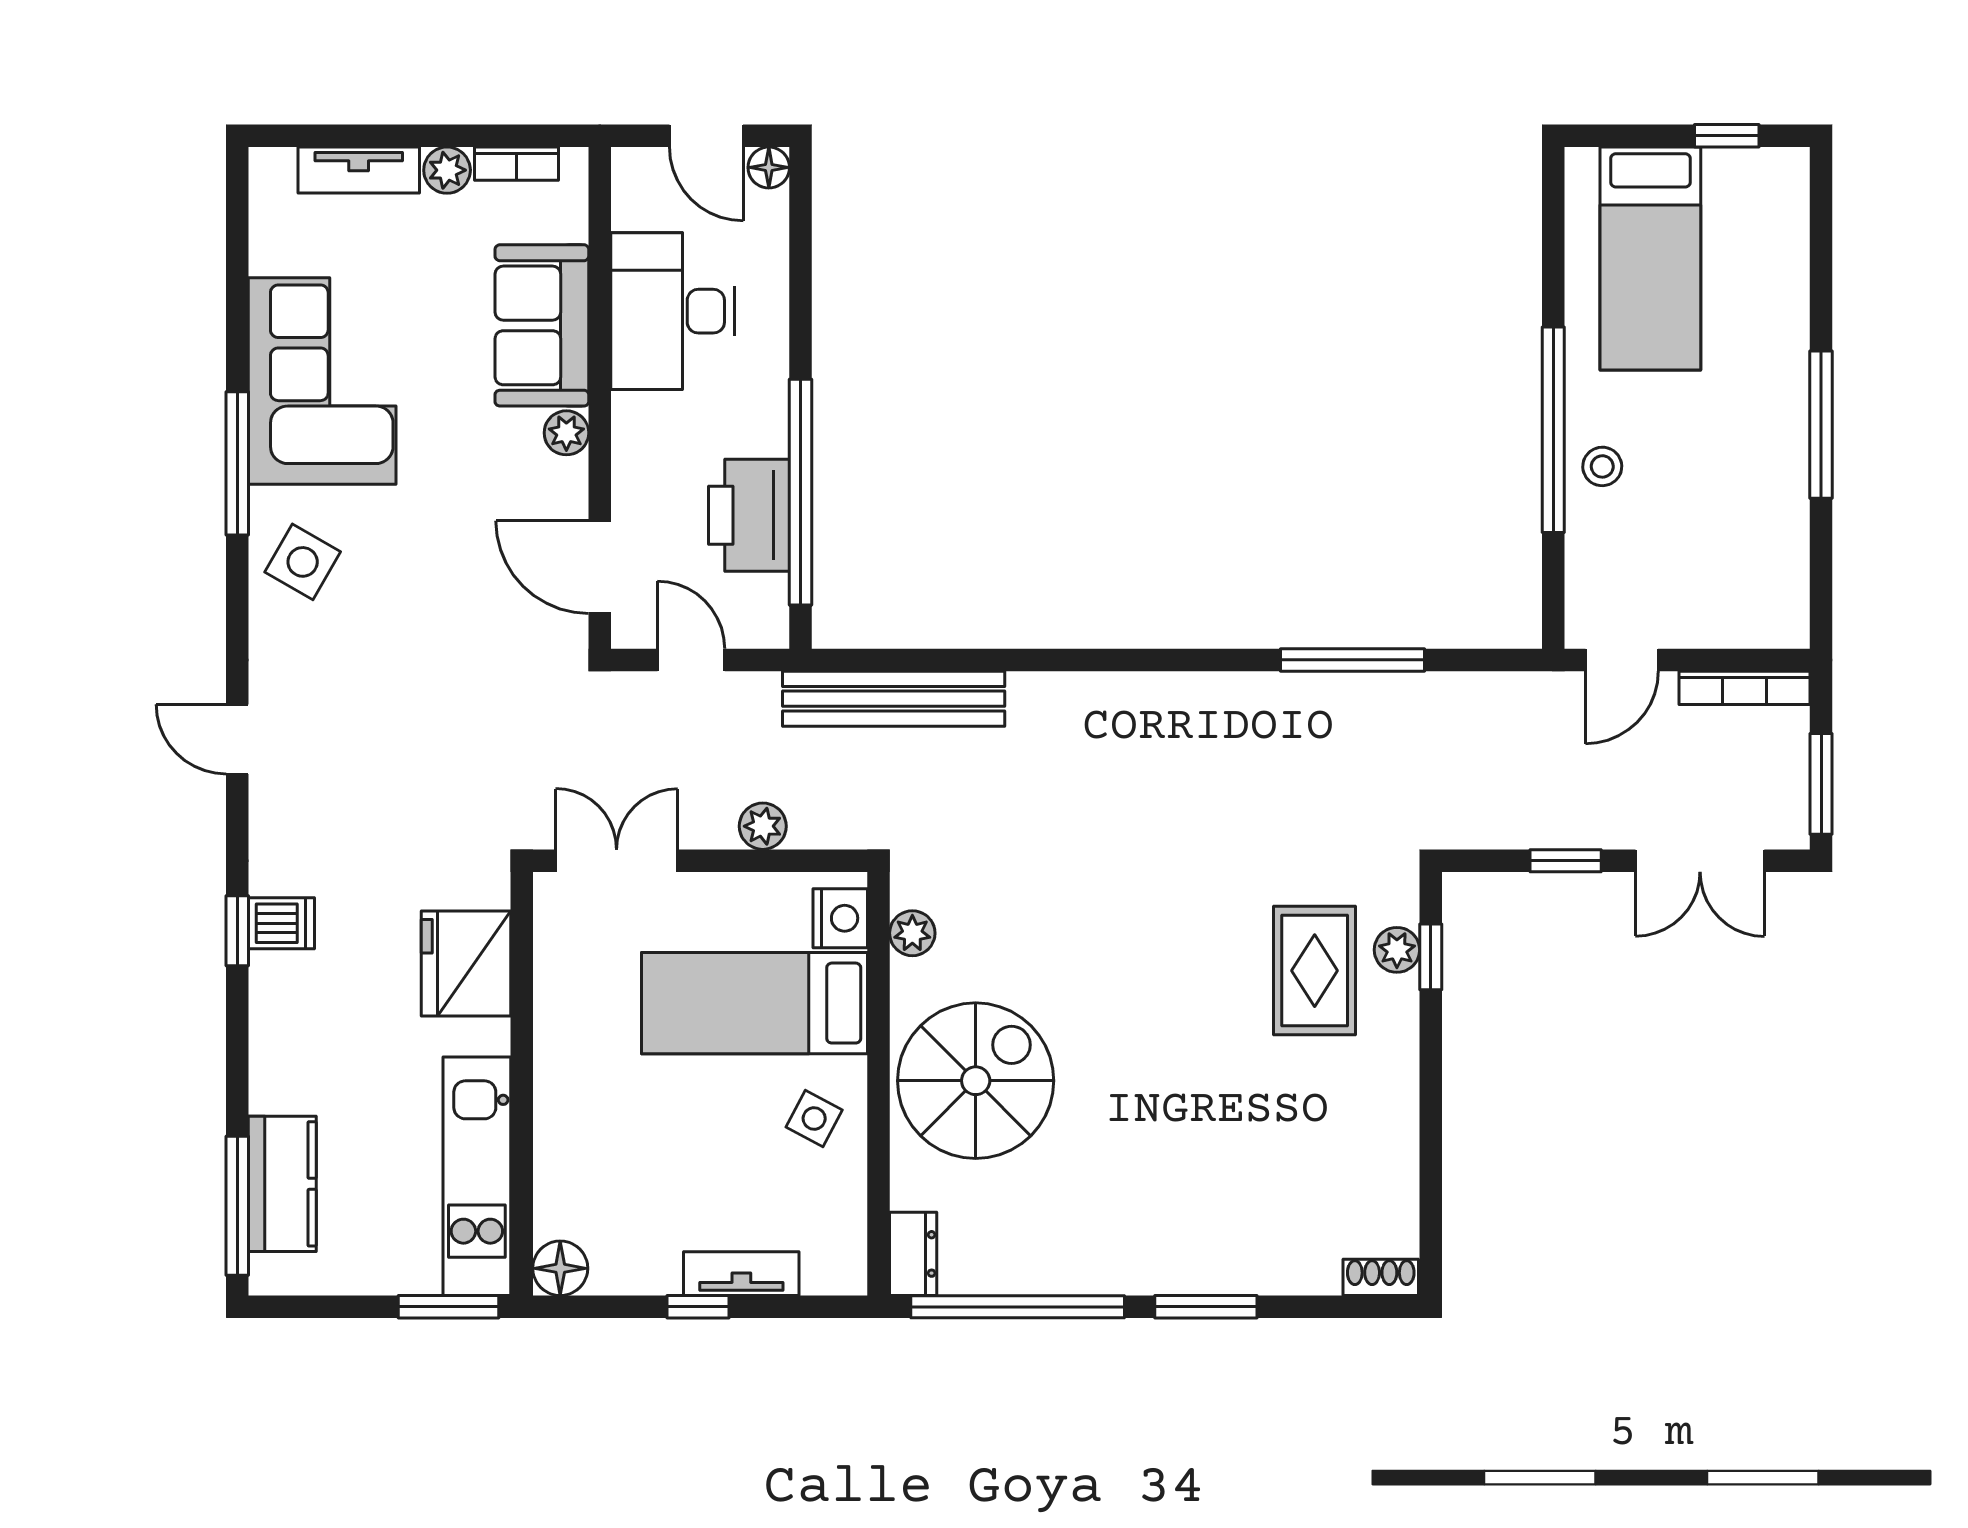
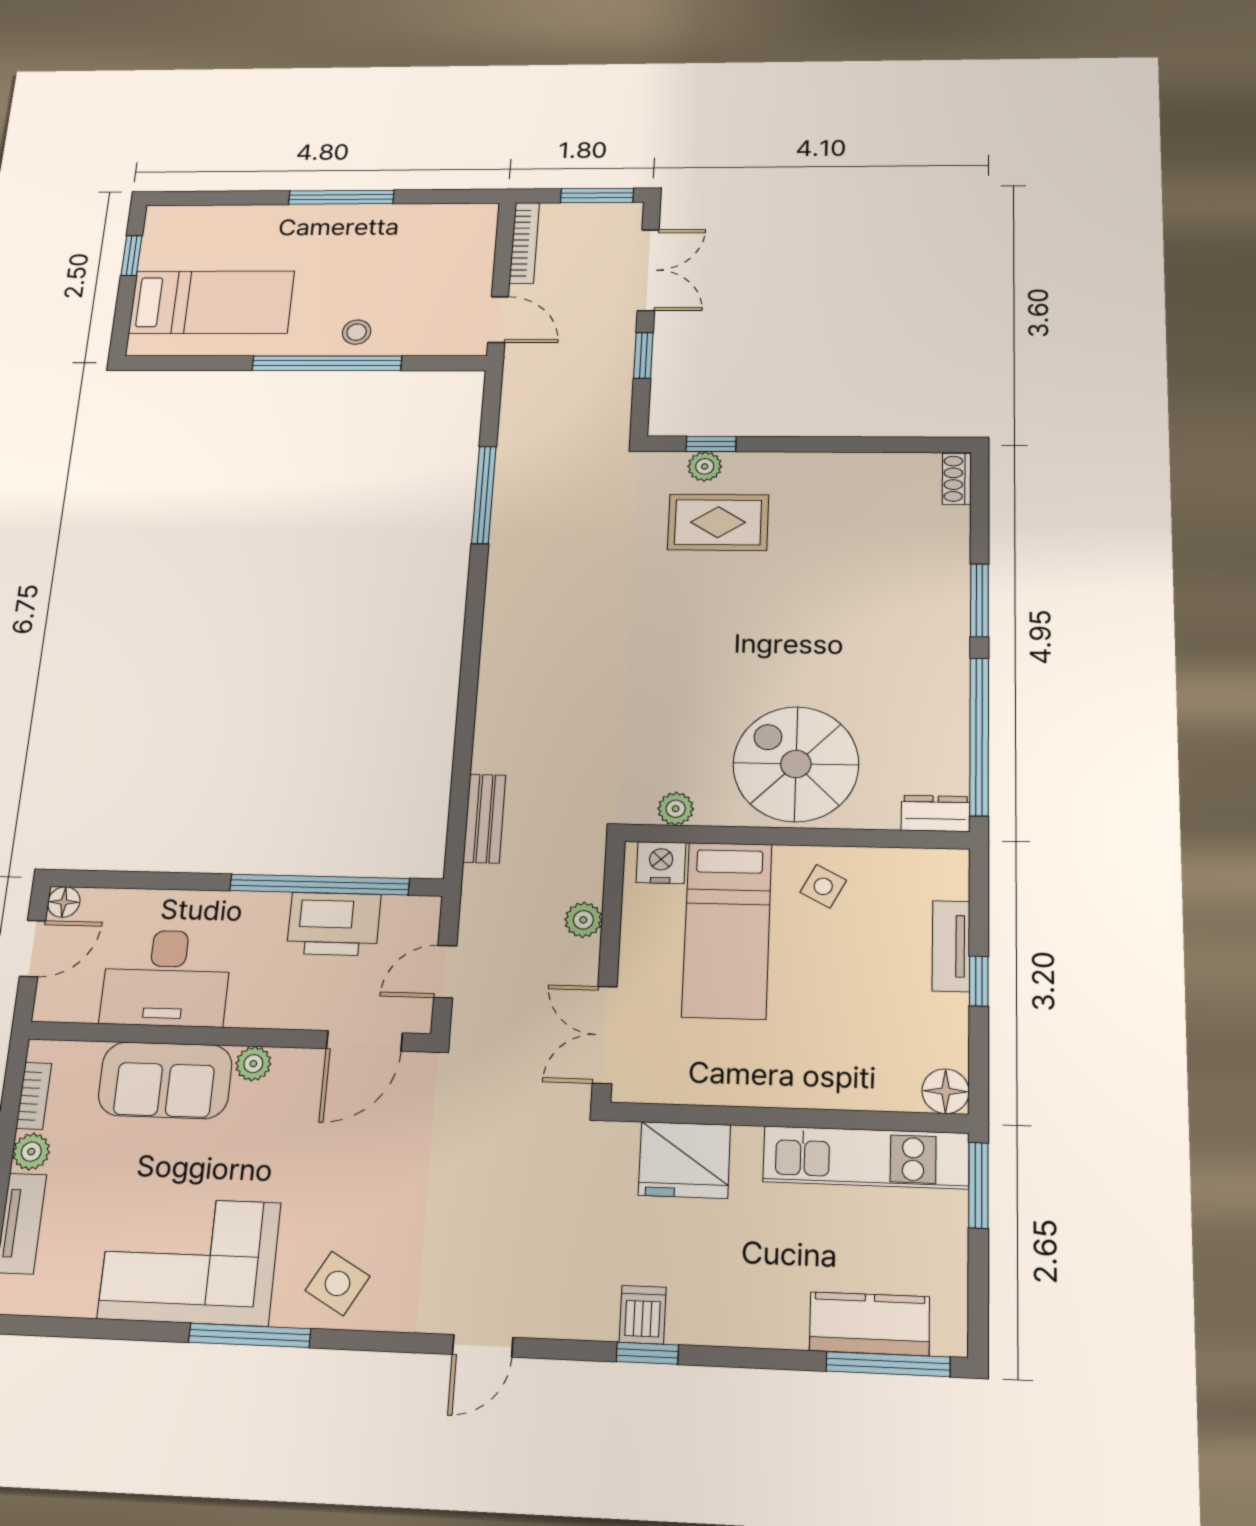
bench: (894, 699) -> (484, 819), width x0.54, depth x0.82

